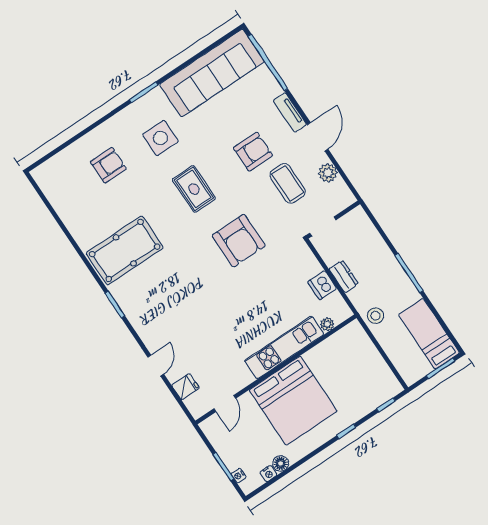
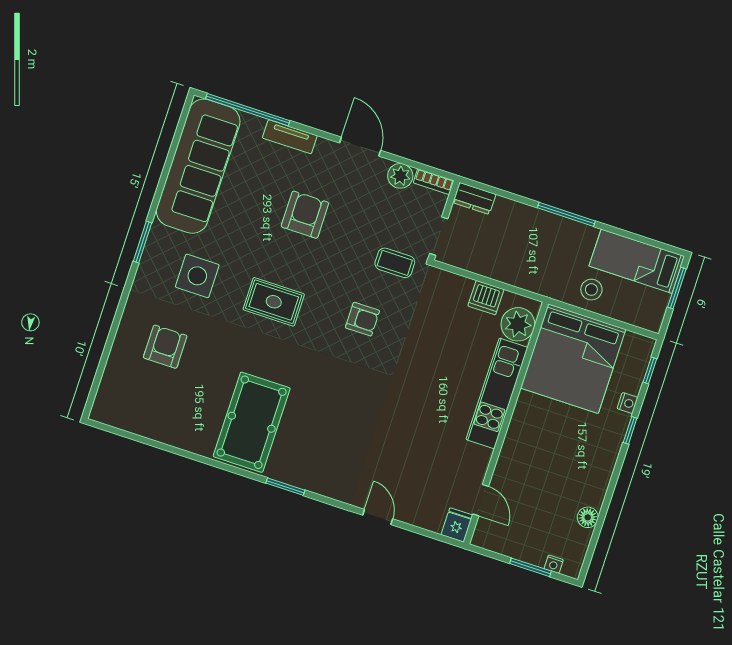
tv unit: (290, 113) -> (290, 137), moved
coffee table: (288, 183) -> (395, 263), moved, width x0.73, depth x0.77
bookcase: (345, 192) -> (434, 182), added
armchair: (239, 241) -> (362, 319), width x0.53, depth x0.53
dresser: (344, 276) -> (474, 198), moved, turned 180
stool: (375, 316) -> (591, 290), moved
plant: (327, 324) -> (518, 324), width x1.88, depth x1.88
fridge: (185, 387) -> (457, 525), moved
bed: (293, 401) -> (573, 359), moved, turned 90
nightstand: (268, 474) -> (628, 403), moved

